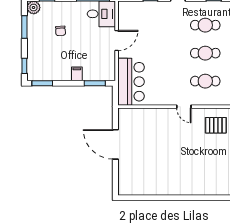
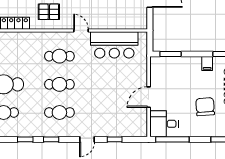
chair: (60, 31) -> (205, 107), width x1.87, depth x1.87
filing cabinet: (77, 74) -> (207, 64), moved
bar counter: (131, 82) -> (114, 45), moved, turned -90

